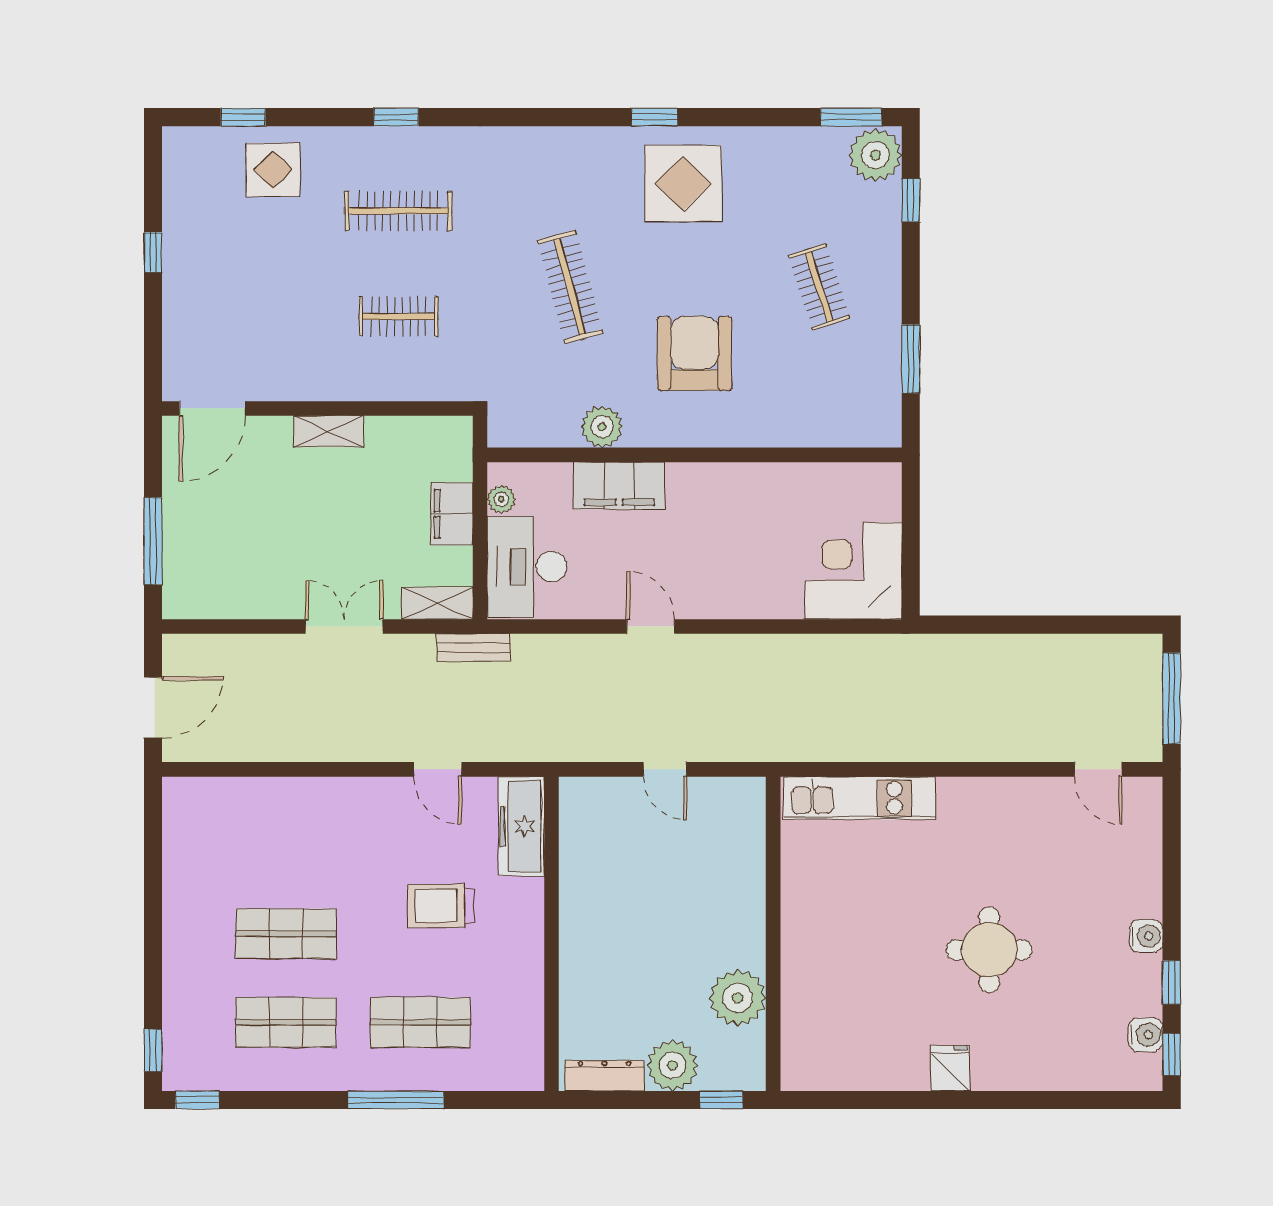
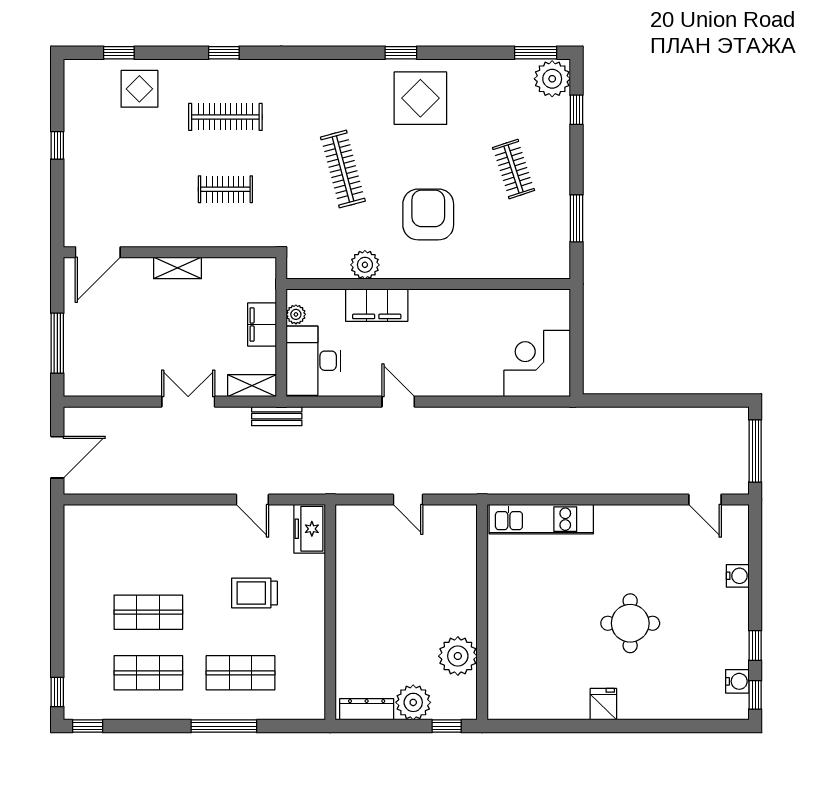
freezer: (521, 826) -> (310, 529), width x0.71
water cooler: (1146, 936) -> (738, 576), moved

